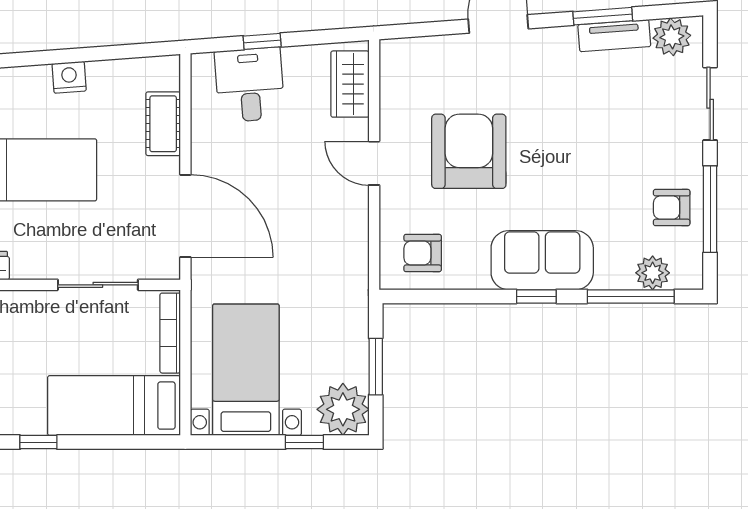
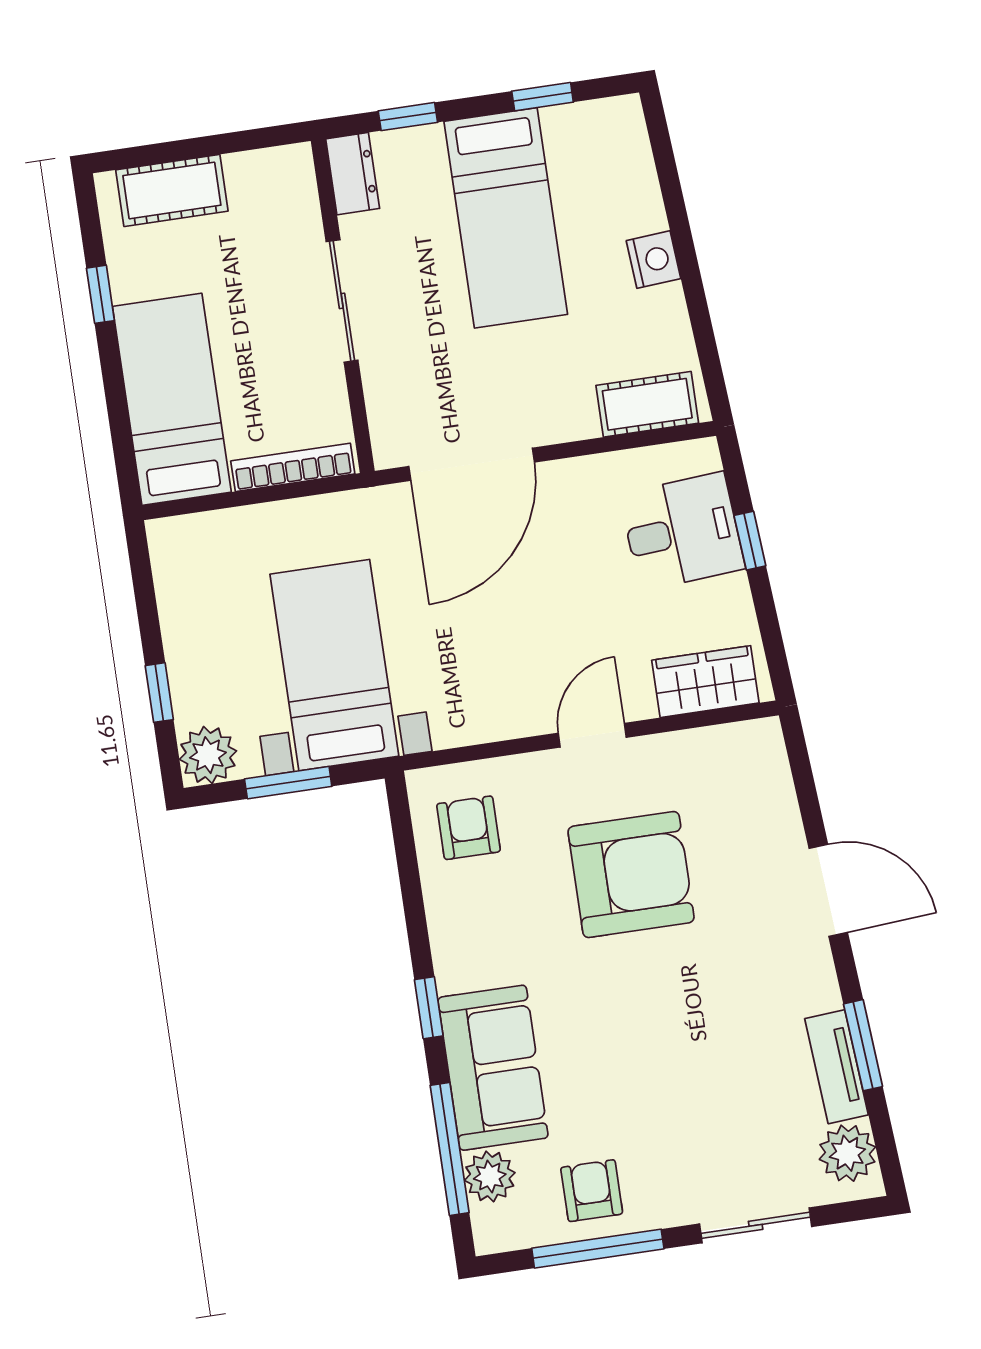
cot: (163, 124) -> (647, 404), moved
sofa: (542, 260) -> (493, 1068), moved
sliding door: (98, 285) -> (342, 301), moved
bed with nightstands: (246, 370) -> (334, 665), moved, turned -90
plant: (343, 409) -> (208, 755), width x0.73, depth x0.73

